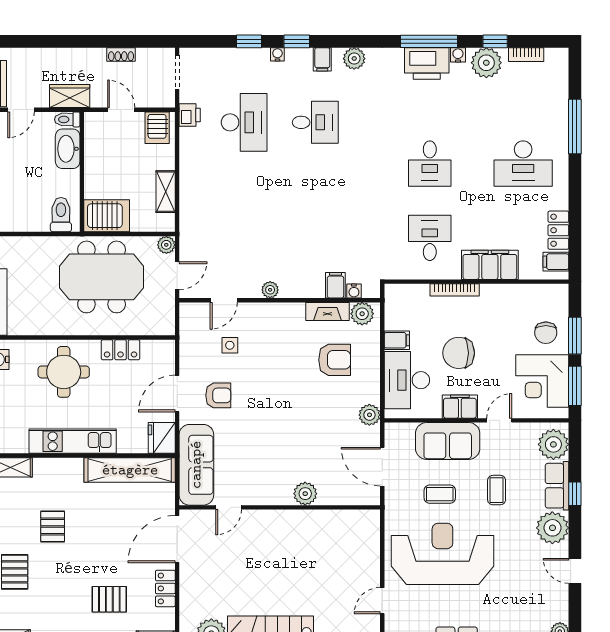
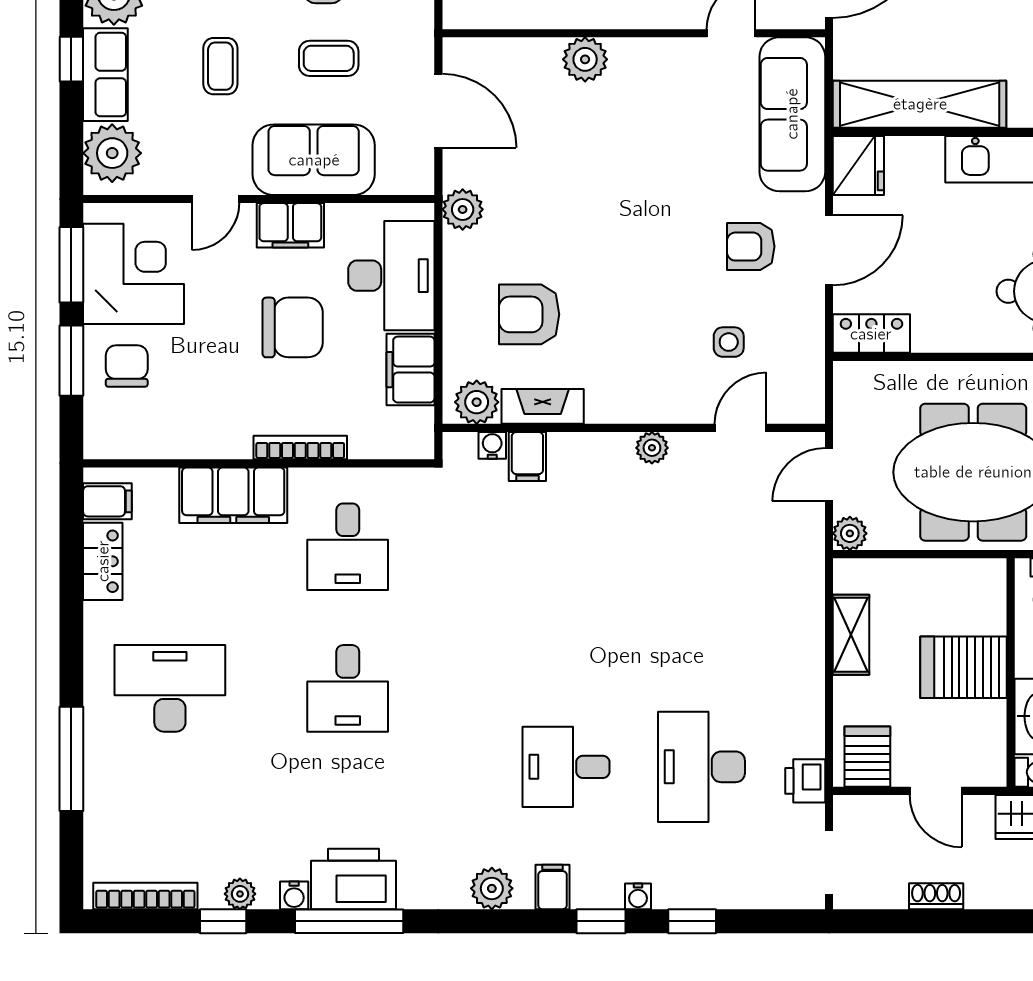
bookcase: (526, 55) -> (145, 896), width x1.56
plant: (486, 63) -> (240, 894), width x0.53, depth x0.53
desk: (430, 164) -> (348, 688), turned 180
server rack: (107, 216) -> (963, 667), moved
filing cabinet: (397, 340) -> (410, 370), width x2.00
locker: (121, 350) -> (871, 334), moved

